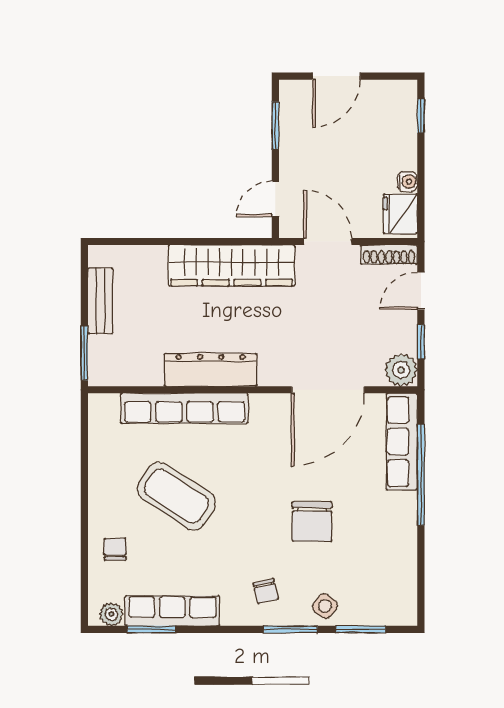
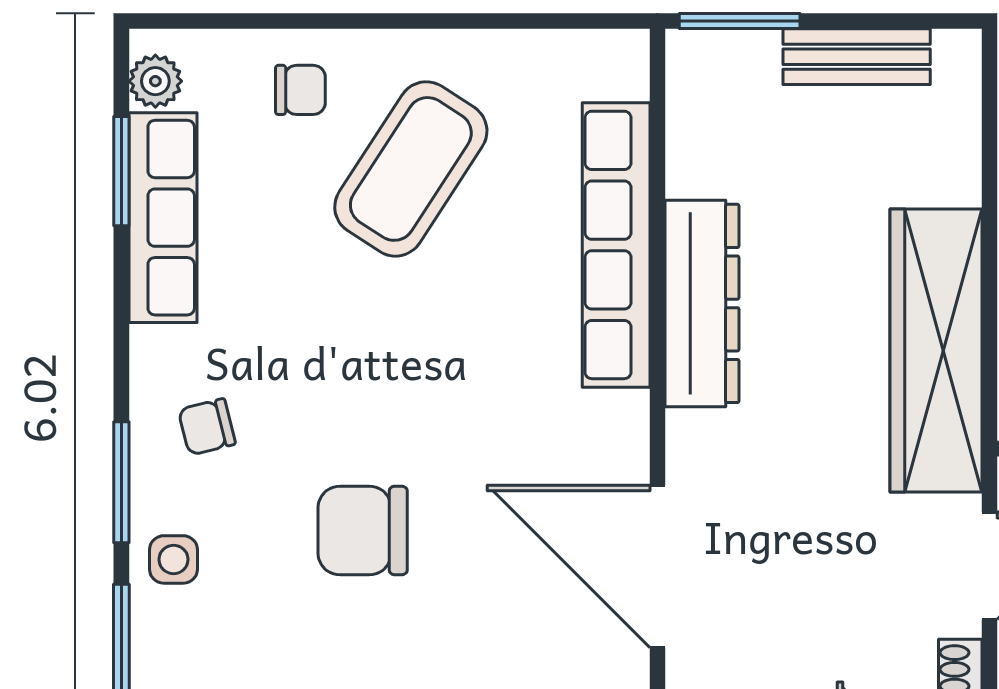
coffee table: (177, 496) -> (411, 169), moved
side table: (325, 606) -> (174, 559), turned -37

